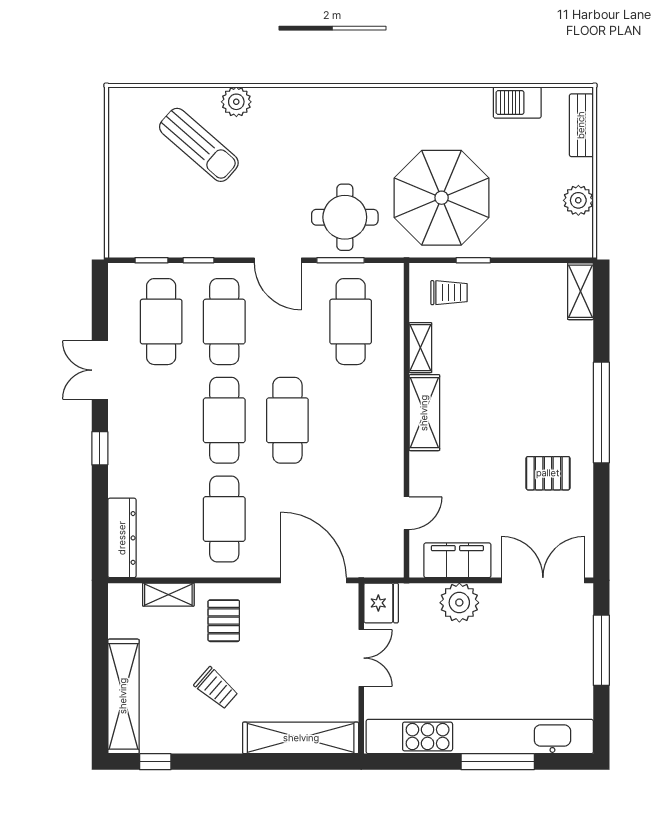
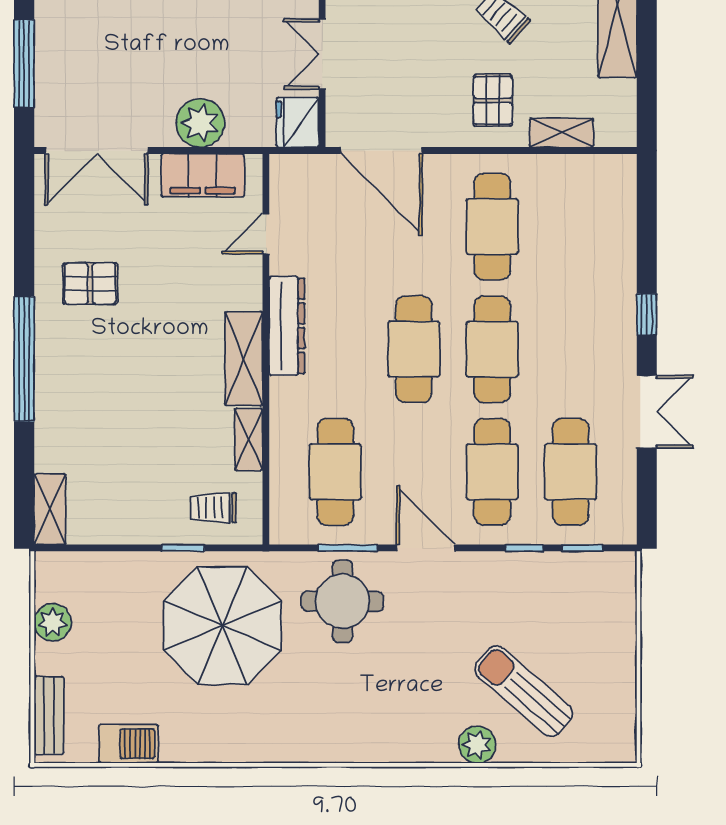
dresser: (122, 538) -> (287, 326), moved, turned 180

